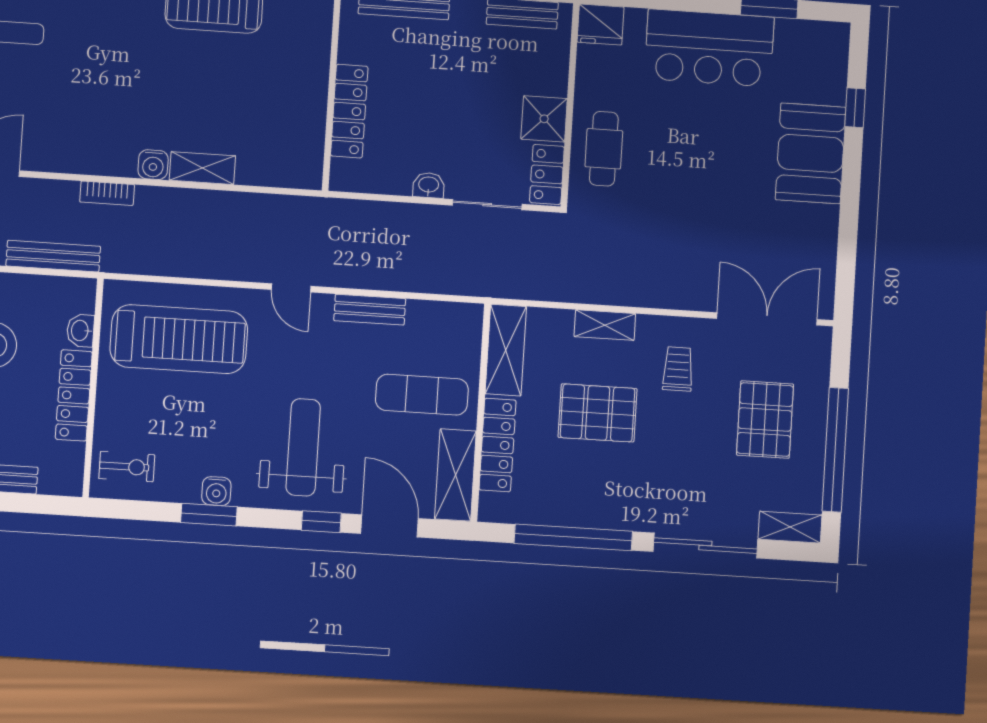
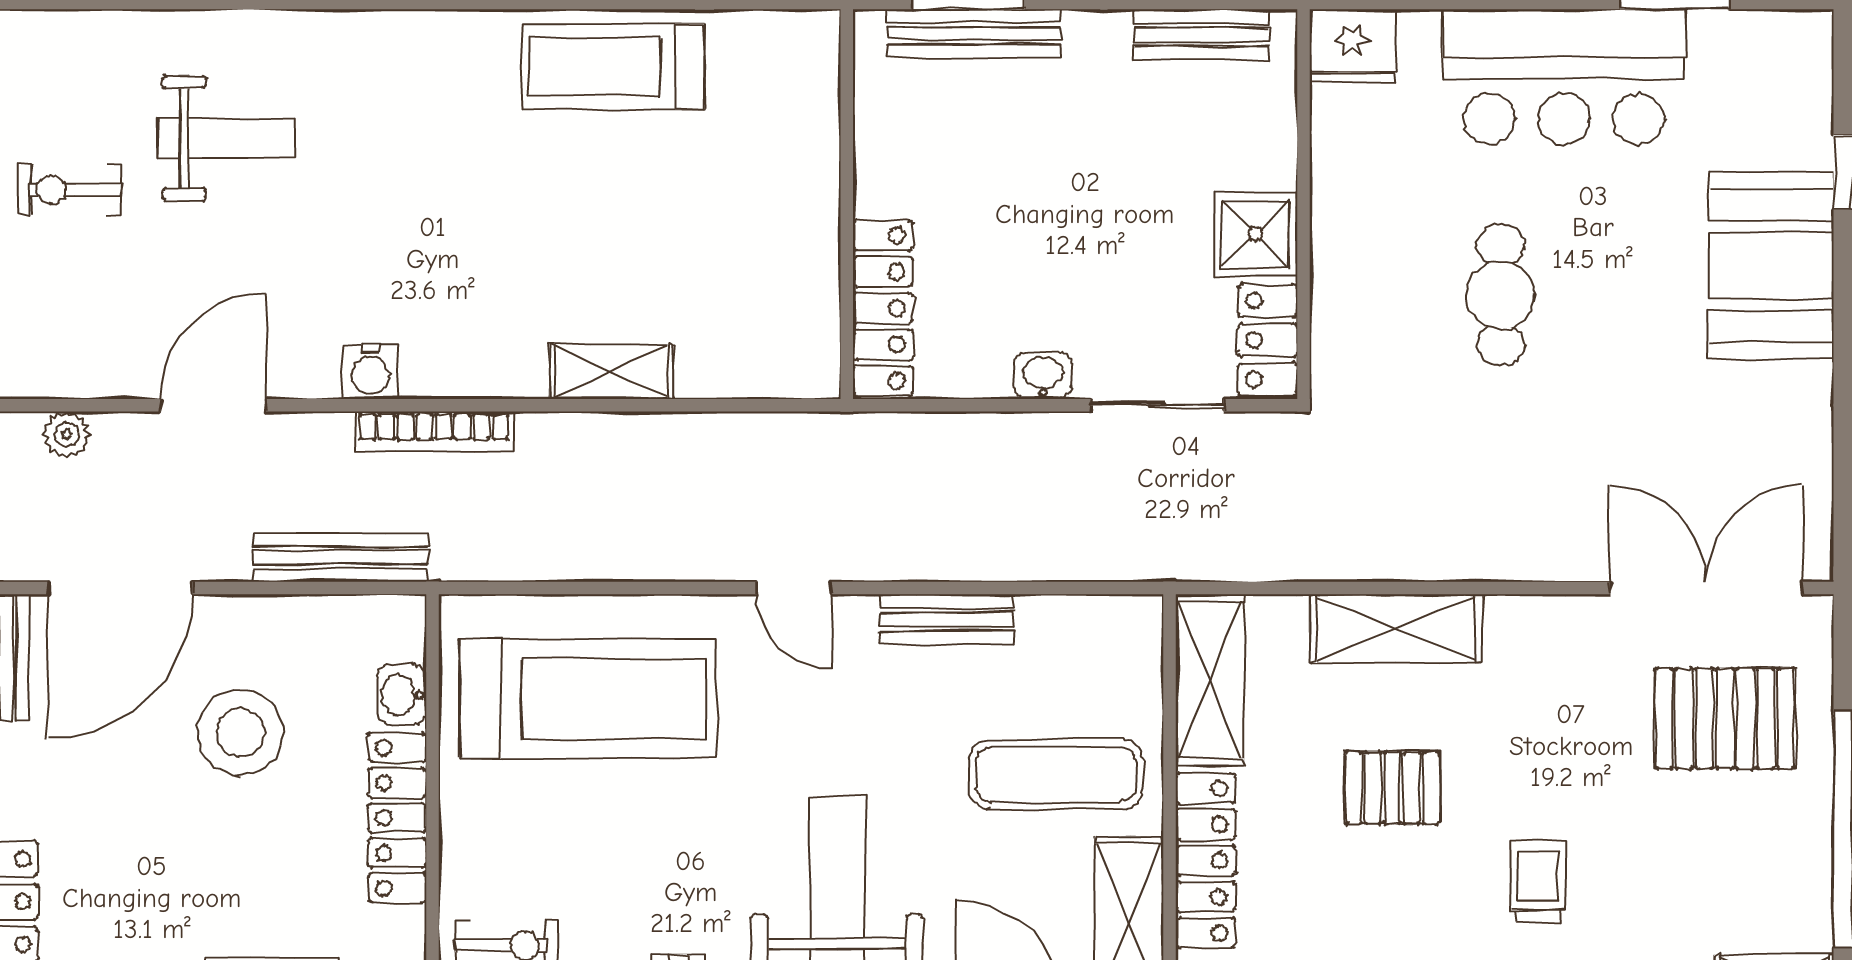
locker: (349, 111) -> (883, 308), moved
cafe table: (604, 149) -> (1501, 295), moved
water cooler: (153, 165) -> (370, 371), moved
bookcase: (107, 193) -> (434, 431), width x1.56
shelving: (605, 325) -> (1396, 628), width x1.50, depth x1.33
trolley: (678, 369) -> (1538, 881), moved
pallet: (598, 413) -> (1392, 788), width x0.67, depth x0.71
pallet: (765, 420) -> (1725, 719), moved, turned 90

